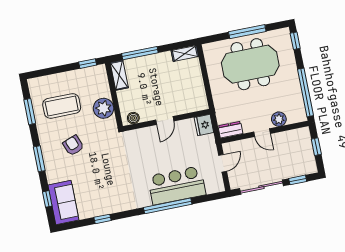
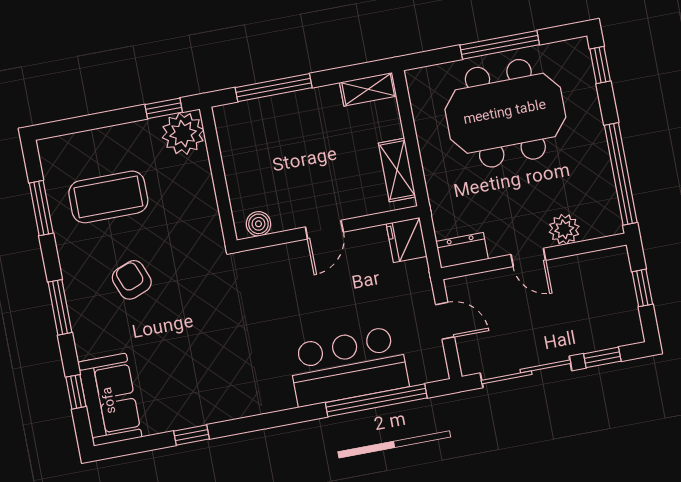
shelving: (119, 75) -> (397, 170), moved
plant: (104, 108) -> (183, 134), moved
door: (223, 163) -> (445, 321), hinge flipped
window: (168, 206) -> (376, 400), moved

